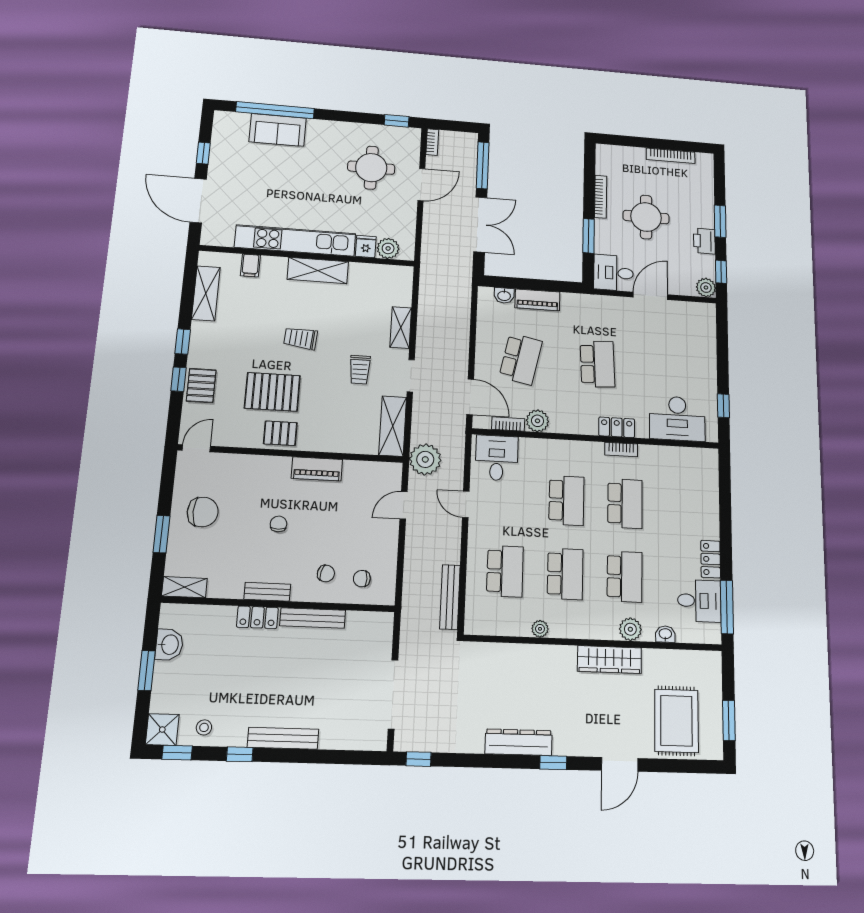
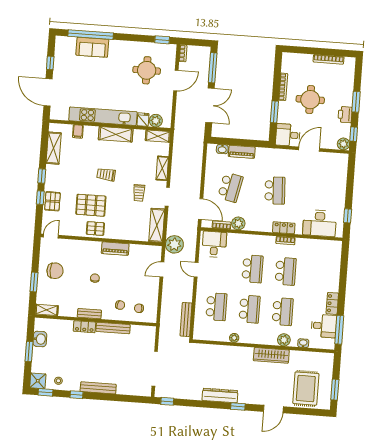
shelving: (392, 274) -> (158, 136), added

